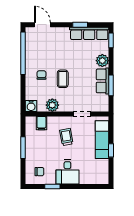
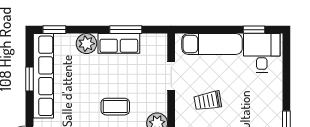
row of seats: (89, 33) -> (43, 76), width x1.36
window: (111, 150) -> (254, 30), moved
desk: (67, 172) -> (262, 53), moved, turned -90

